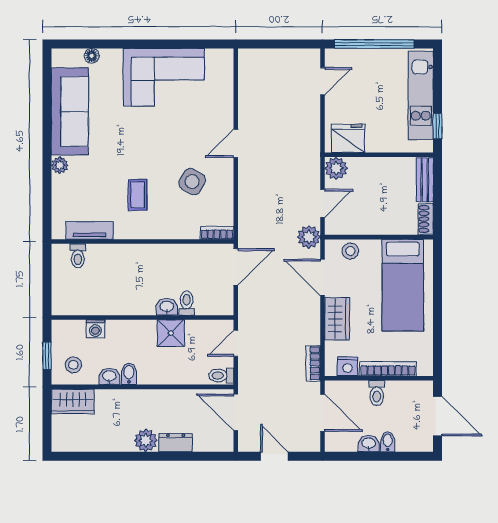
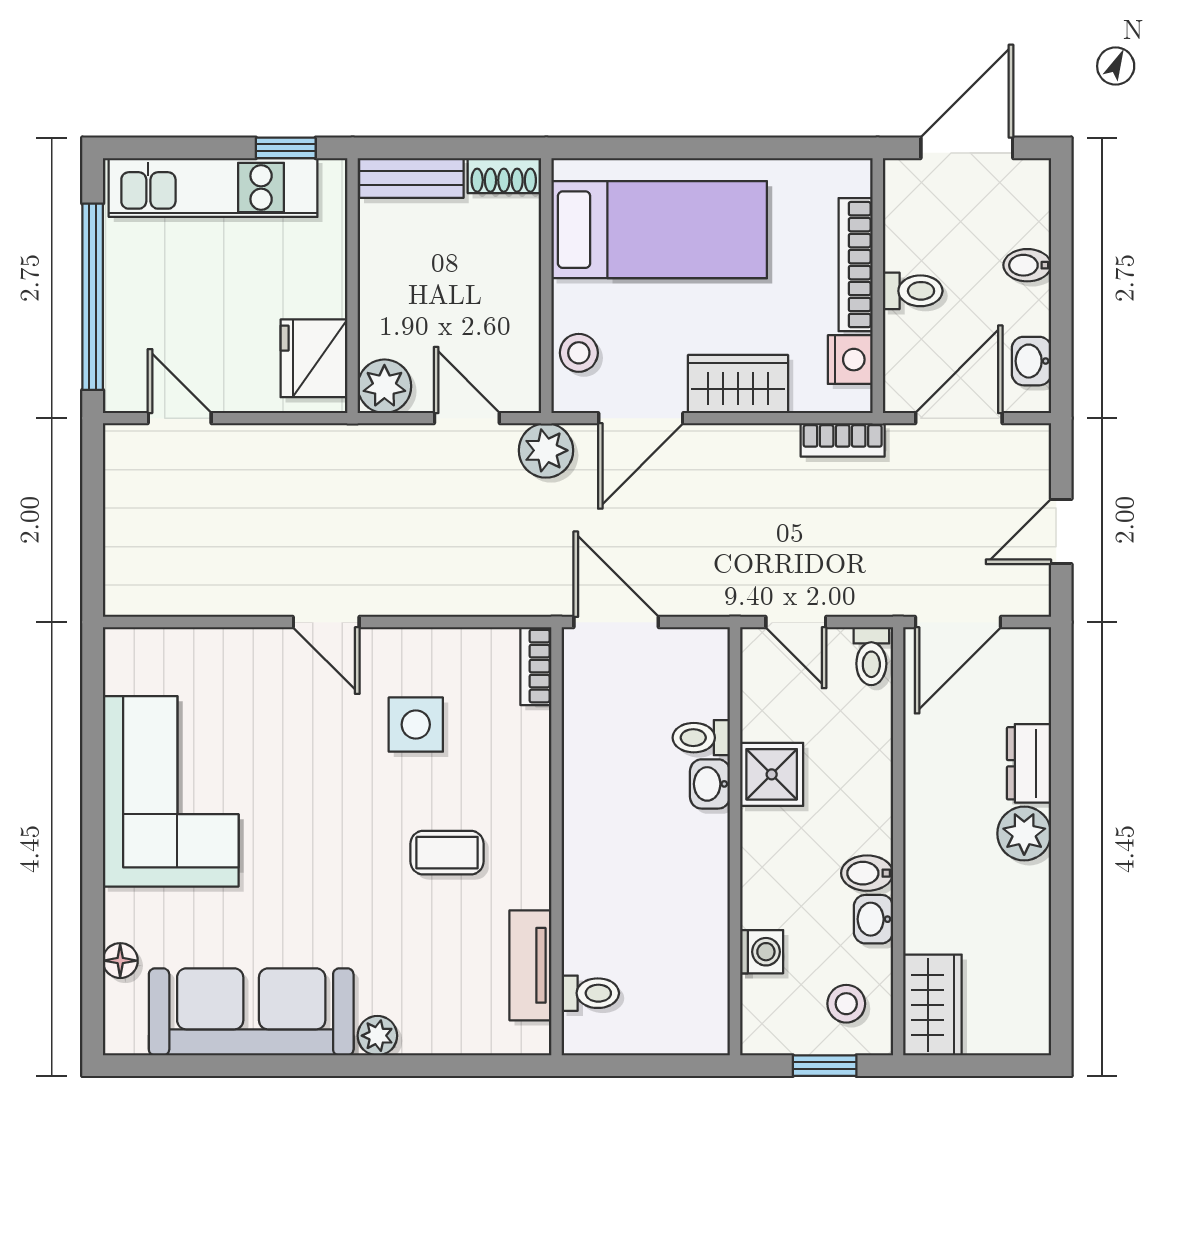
side table: (192, 182) -> (416, 725), turned -31
washbasin: (369, 444) -> (1031, 361), moved

